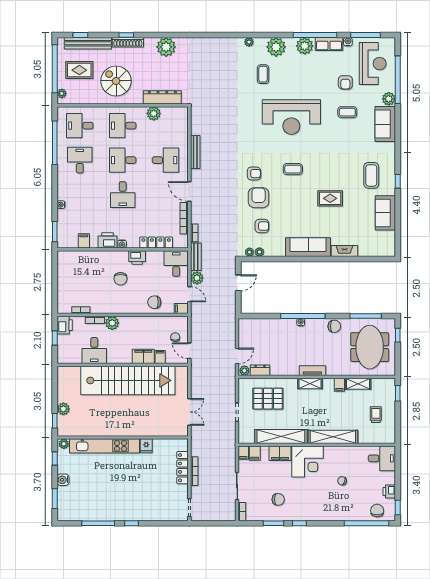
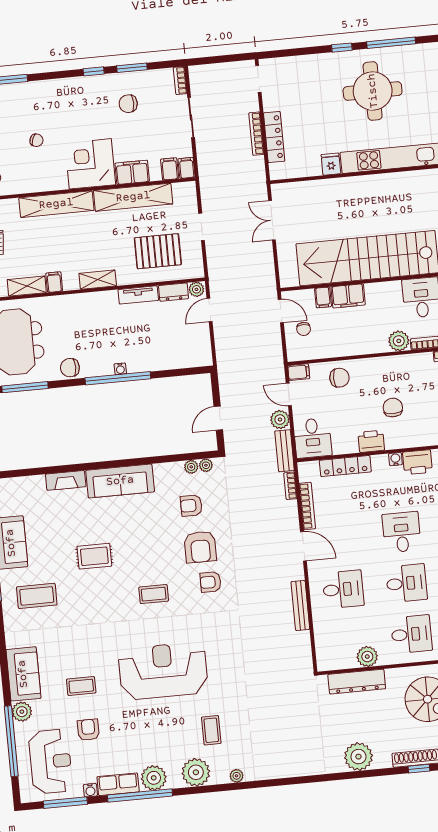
reception desk: (373, 64) -> (51, 762), turned 180
desk: (166, 160) -> (343, 589), turned 180
coffee table: (371, 175) -> (37, 596), turned 90
tv unit: (312, 371) -> (138, 295), moved
round table: (114, 492) -> (373, 91), added

